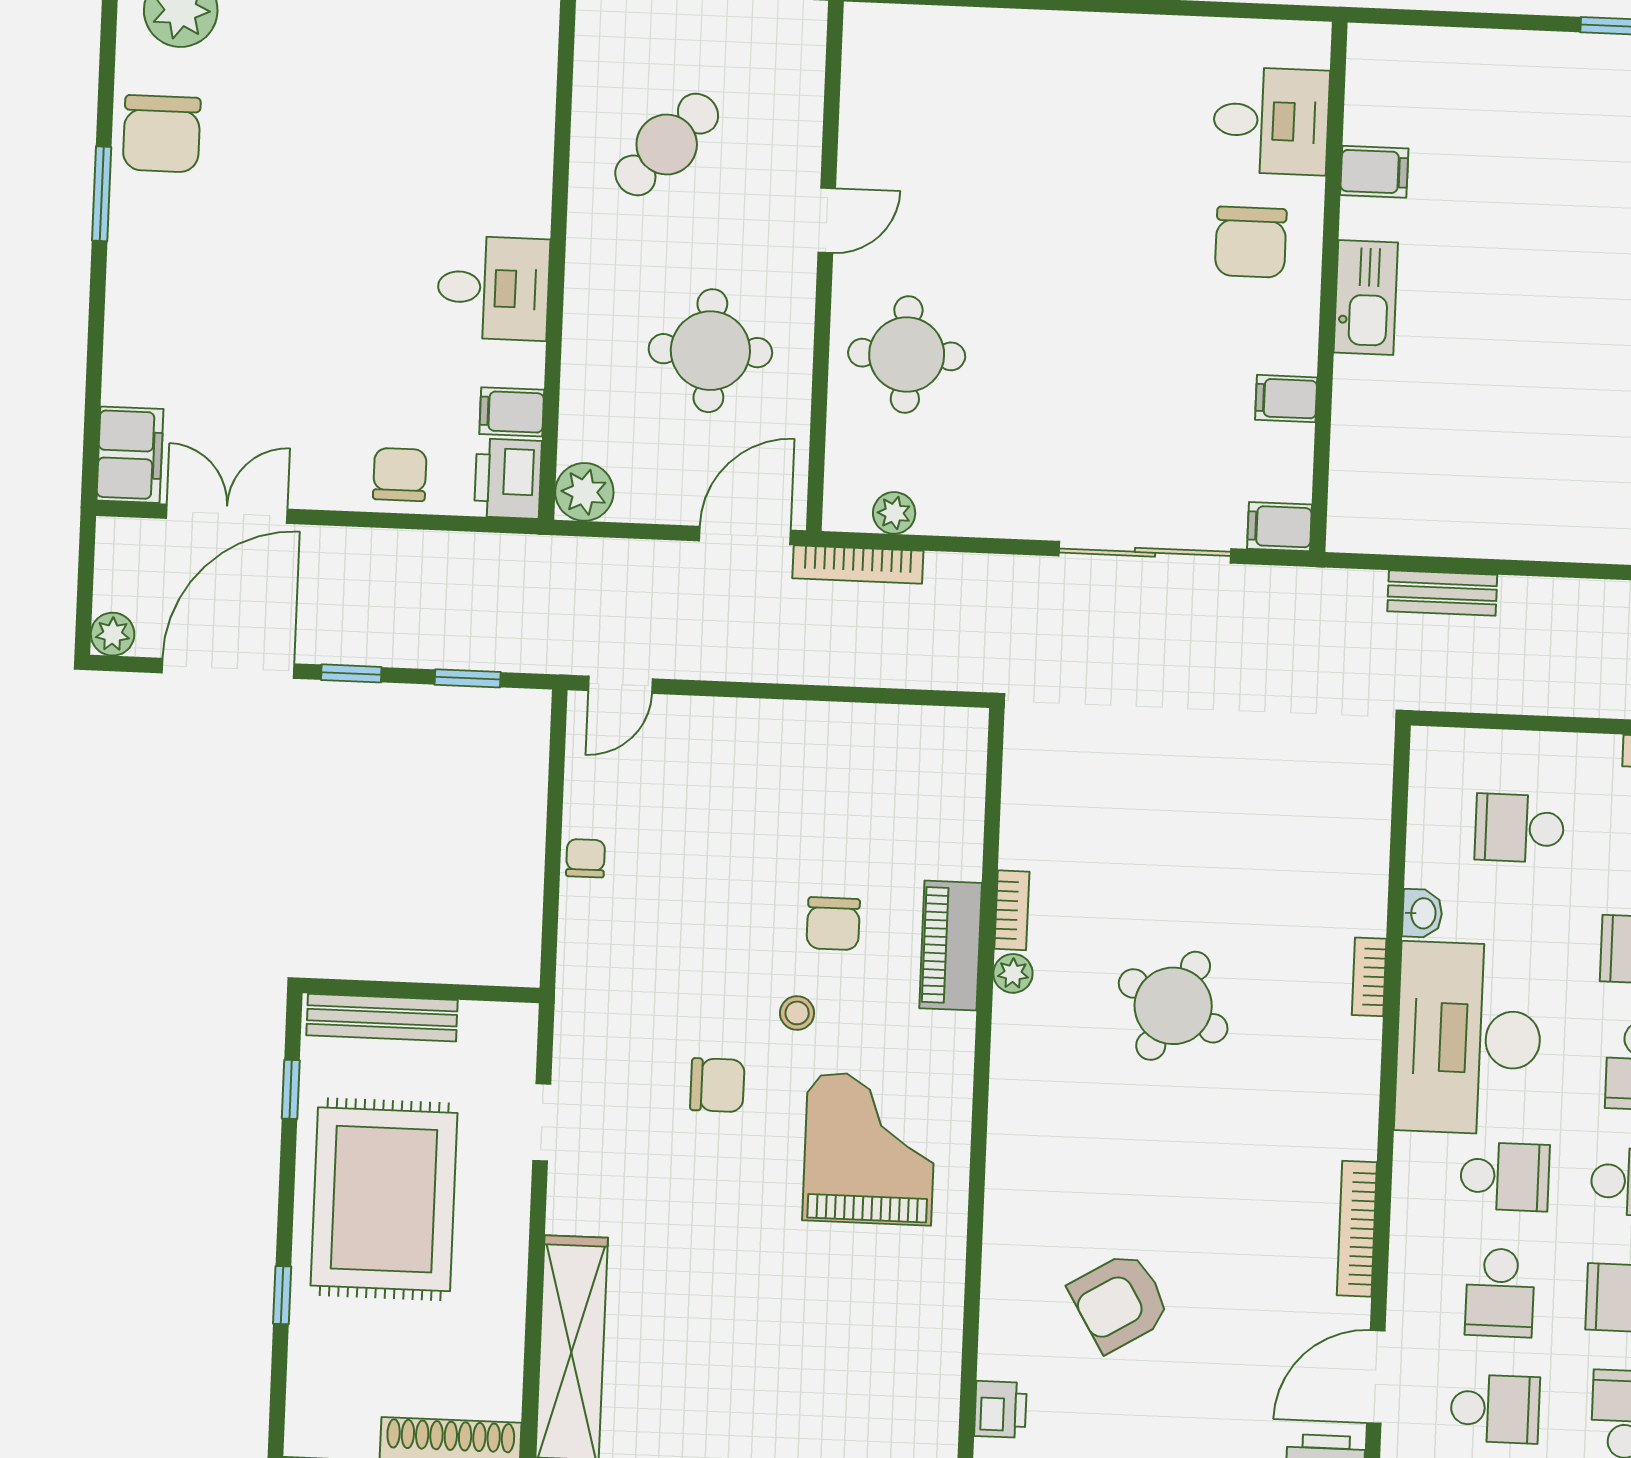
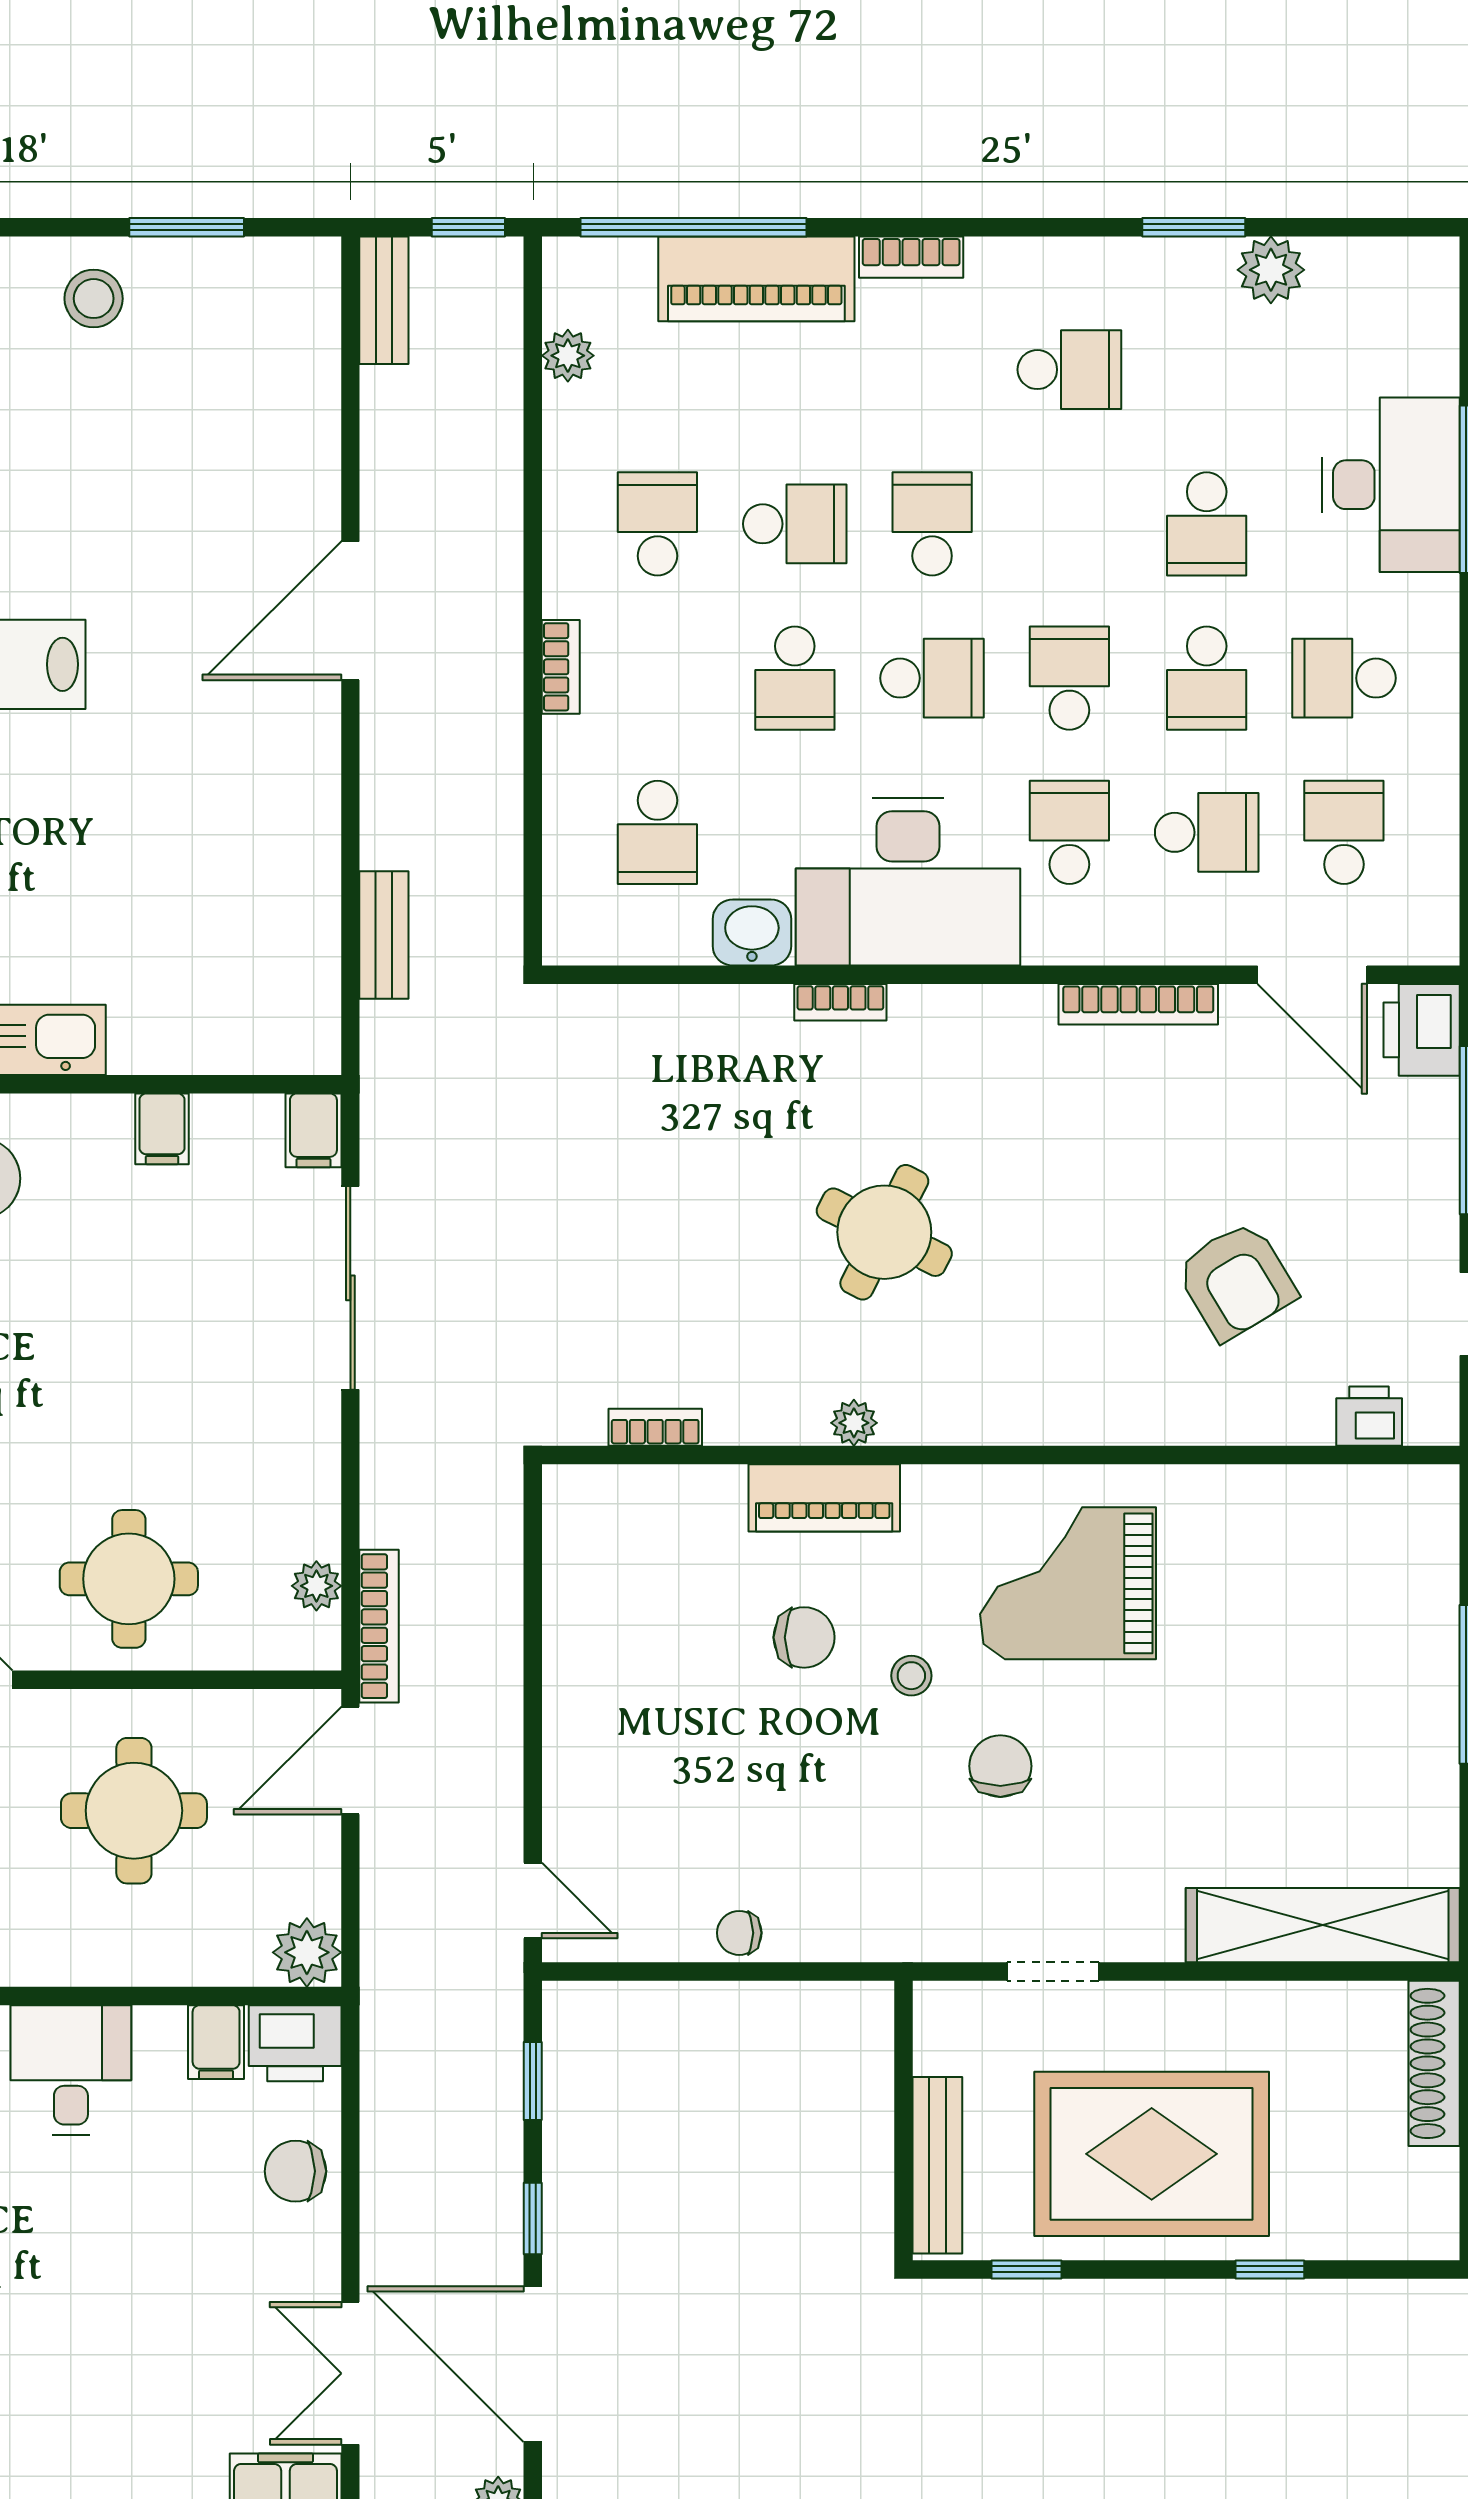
door: (745, 535) -> (350, 1761), hinge flipped
bookcase: (1012, 910) -> (655, 1427), moved
washbasin: (1422, 913) -> (752, 933), width x1.38, depth x1.45

